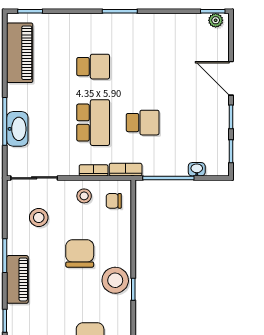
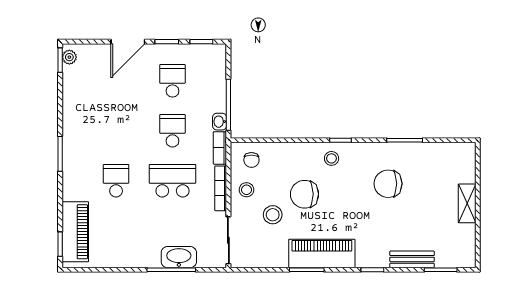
piano: (20, 53) -> (75, 232), moved, turned 90
school desk: (192, 123) -> (172, 81), added
washbasin: (197, 169) -> (220, 122), moved
bookcase: (94, 170) -> (221, 188), width x1.56
stool: (39, 217) -> (273, 215), moved
piano: (17, 279) -> (322, 253), width x1.37, depth x1.33
stool: (115, 280) -> (332, 158), width x0.53, depth x0.53

